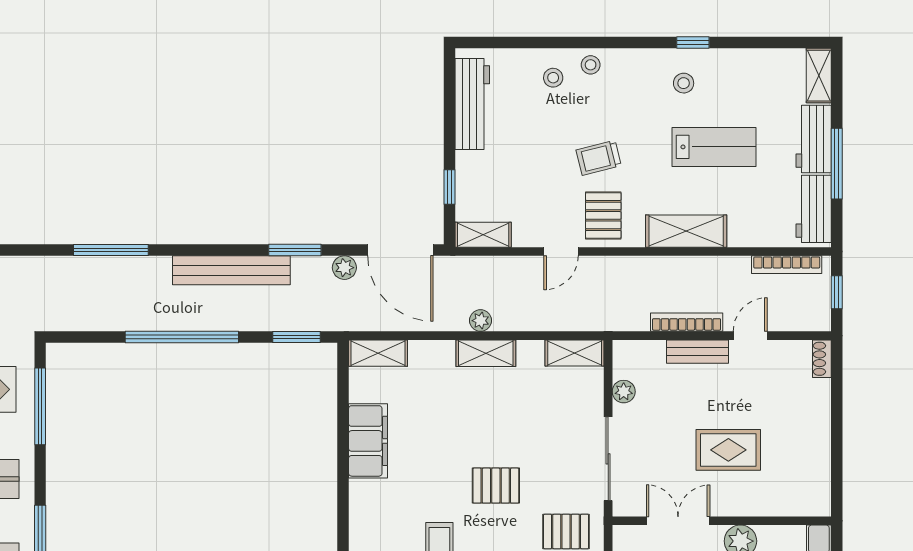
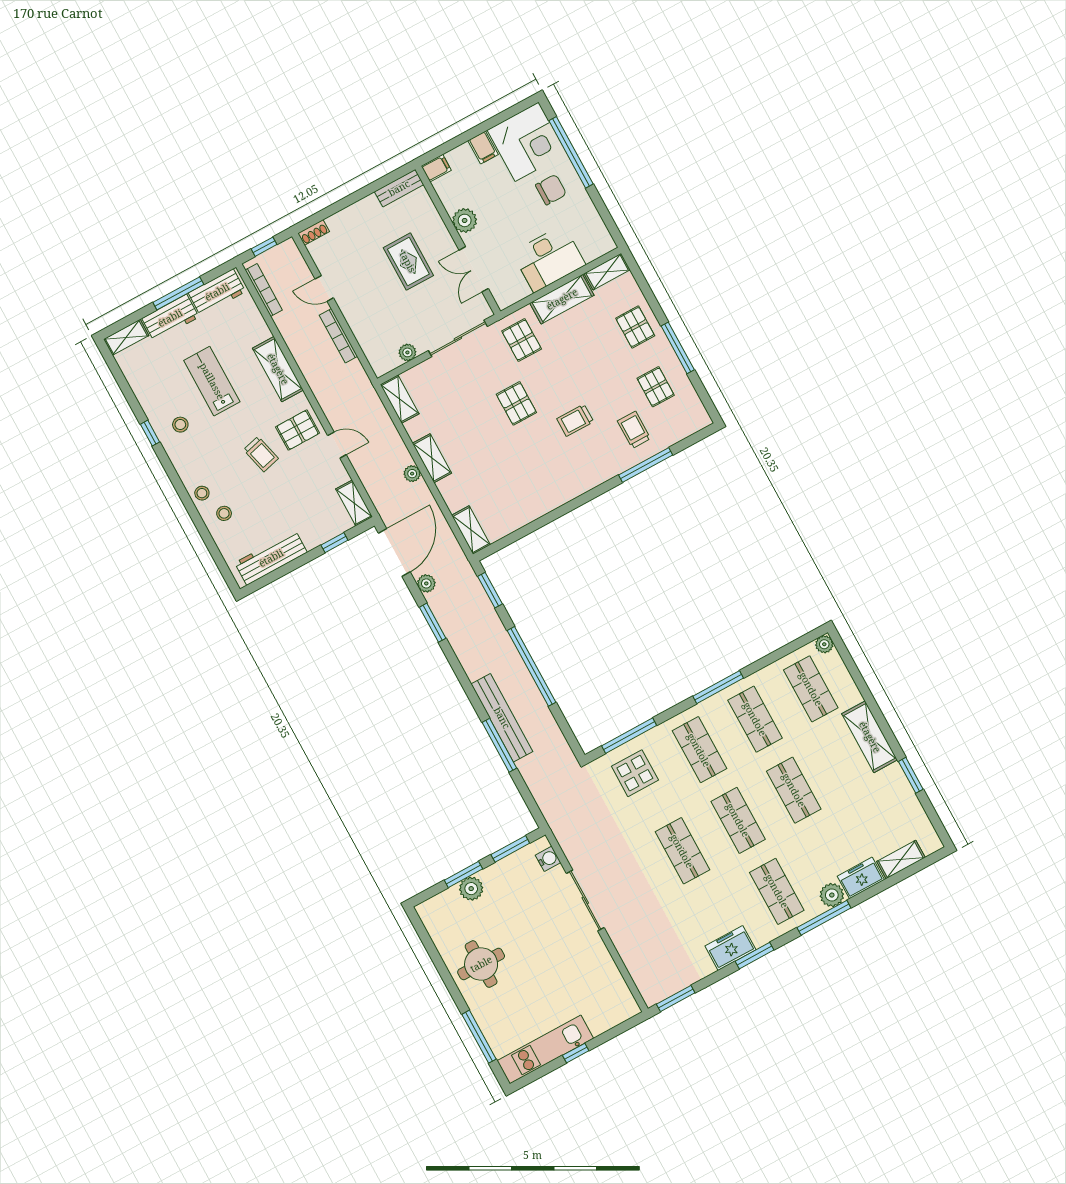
bench: (231, 270) -> (502, 718), moved
bench: (697, 352) -> (399, 188), moved, turned 90
filing cabinet: (368, 441) -> (533, 505), removed

